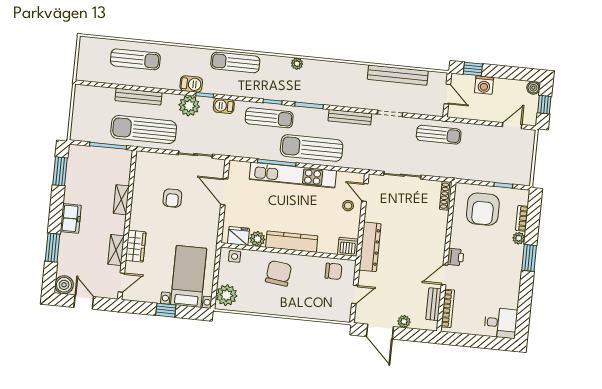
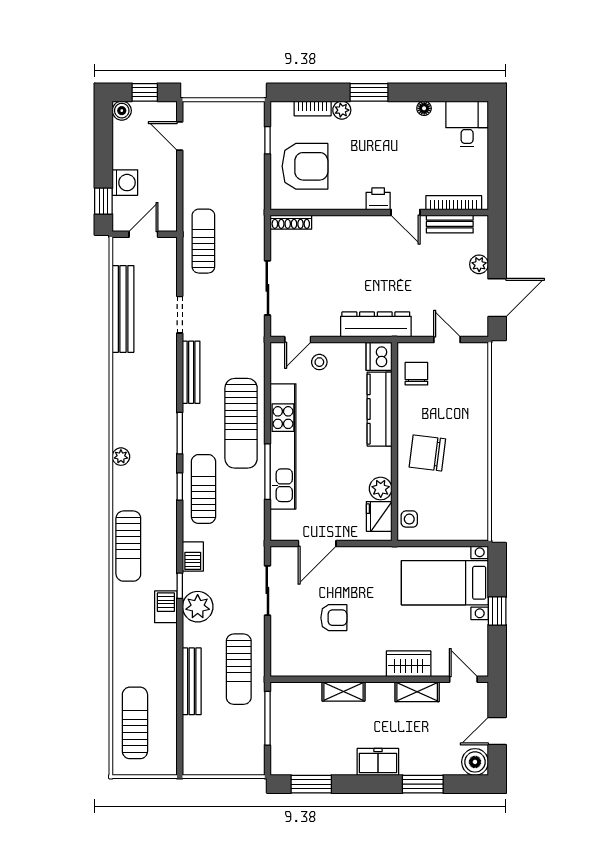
sun lounger: (135, 59) -> (135, 723), moved
sun lounger: (144, 130) -> (239, 669), width x0.73, depth x0.75
kitchen counter: (292, 242) -> (380, 409), moved
plant: (226, 295) -> (467, 525), removed
floor lamp: (514, 295) -> (424, 108), added

